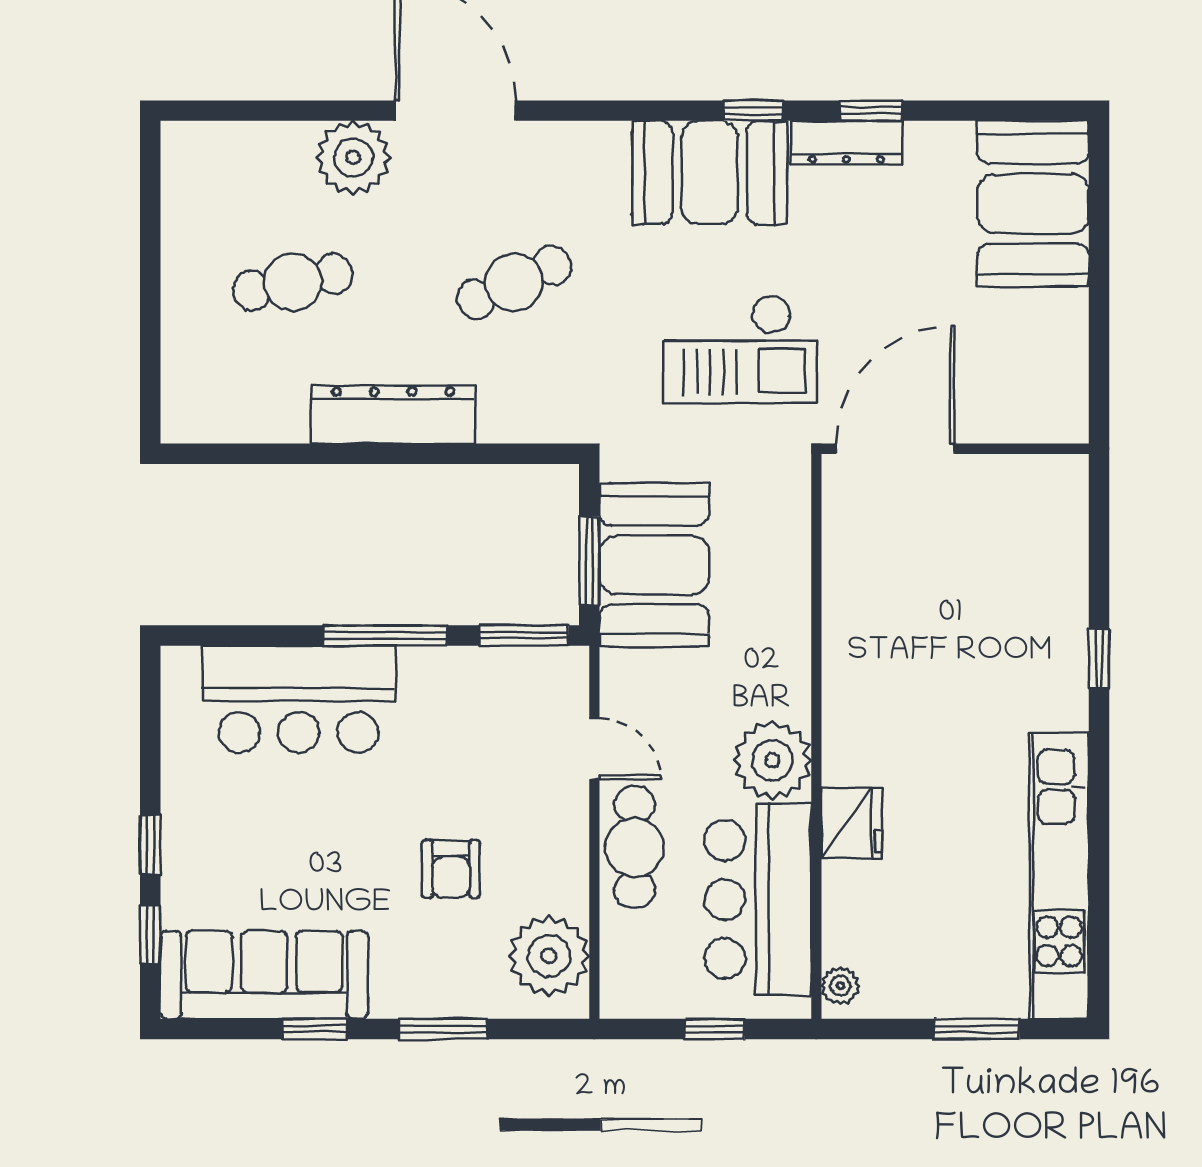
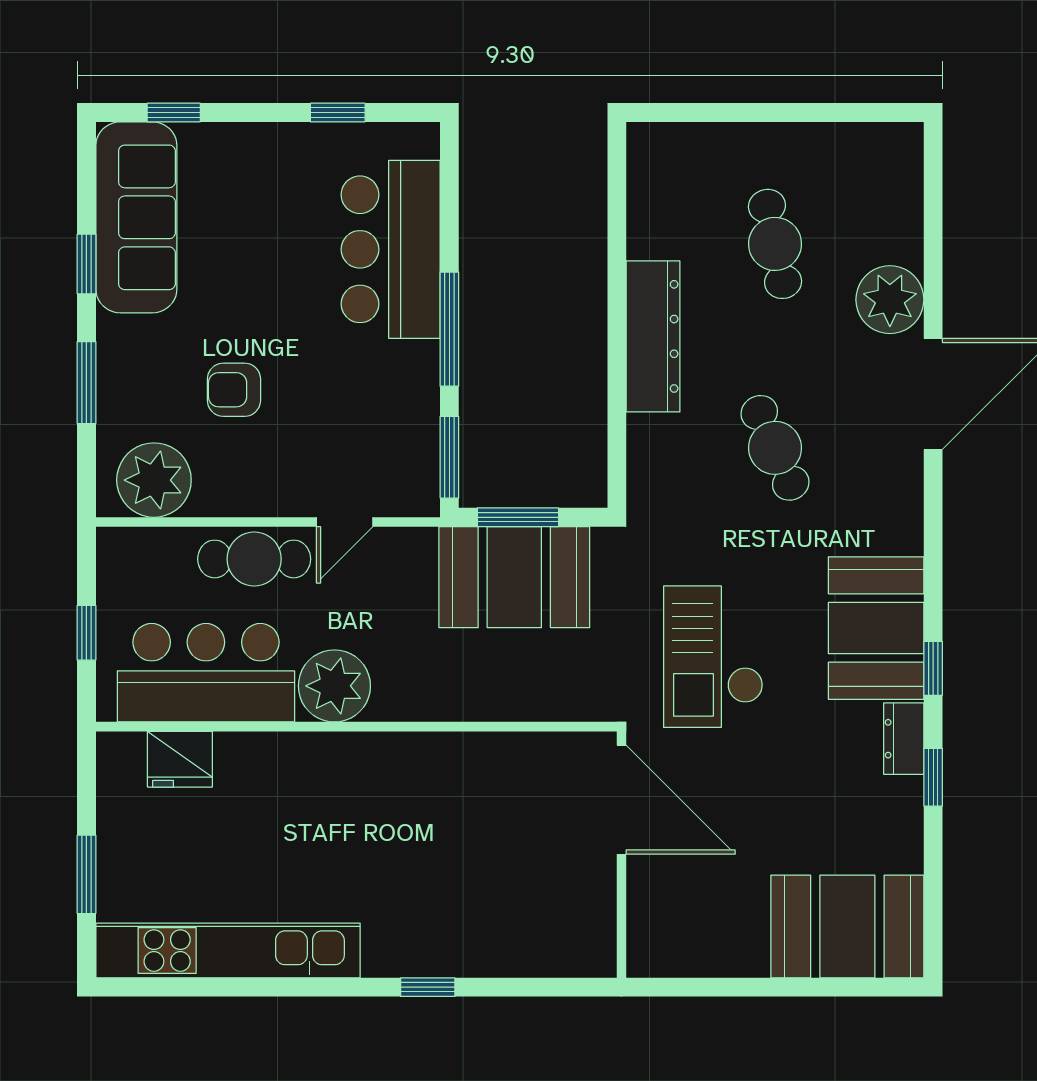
dresser: (846, 143) -> (904, 739), width x0.70
fridge: (852, 823) -> (180, 759), moved
window: (150, 845) -> (338, 113), moved
plant: (840, 986) -> (126, 749), removed

